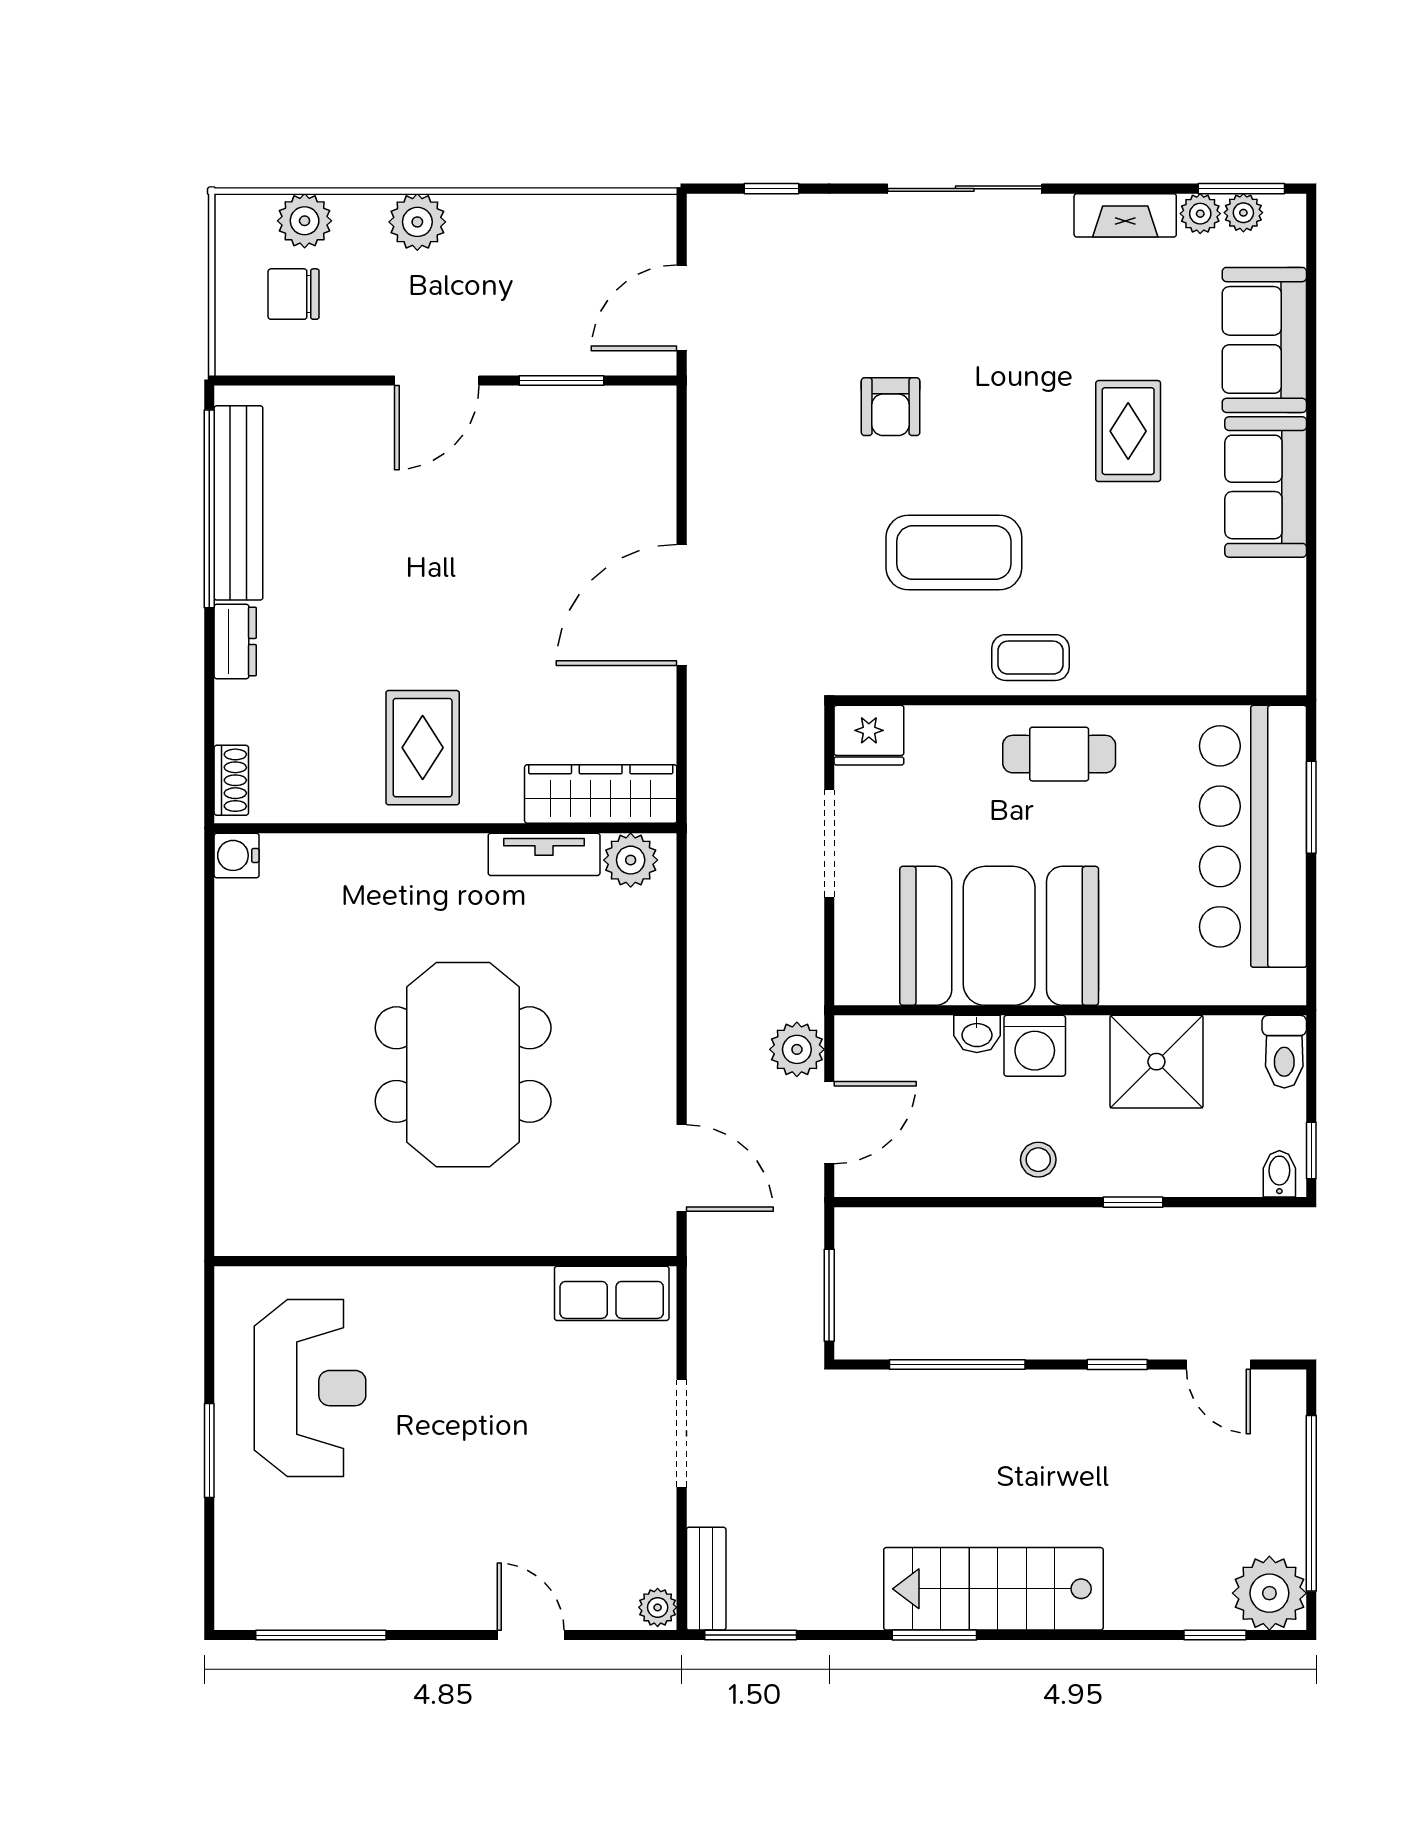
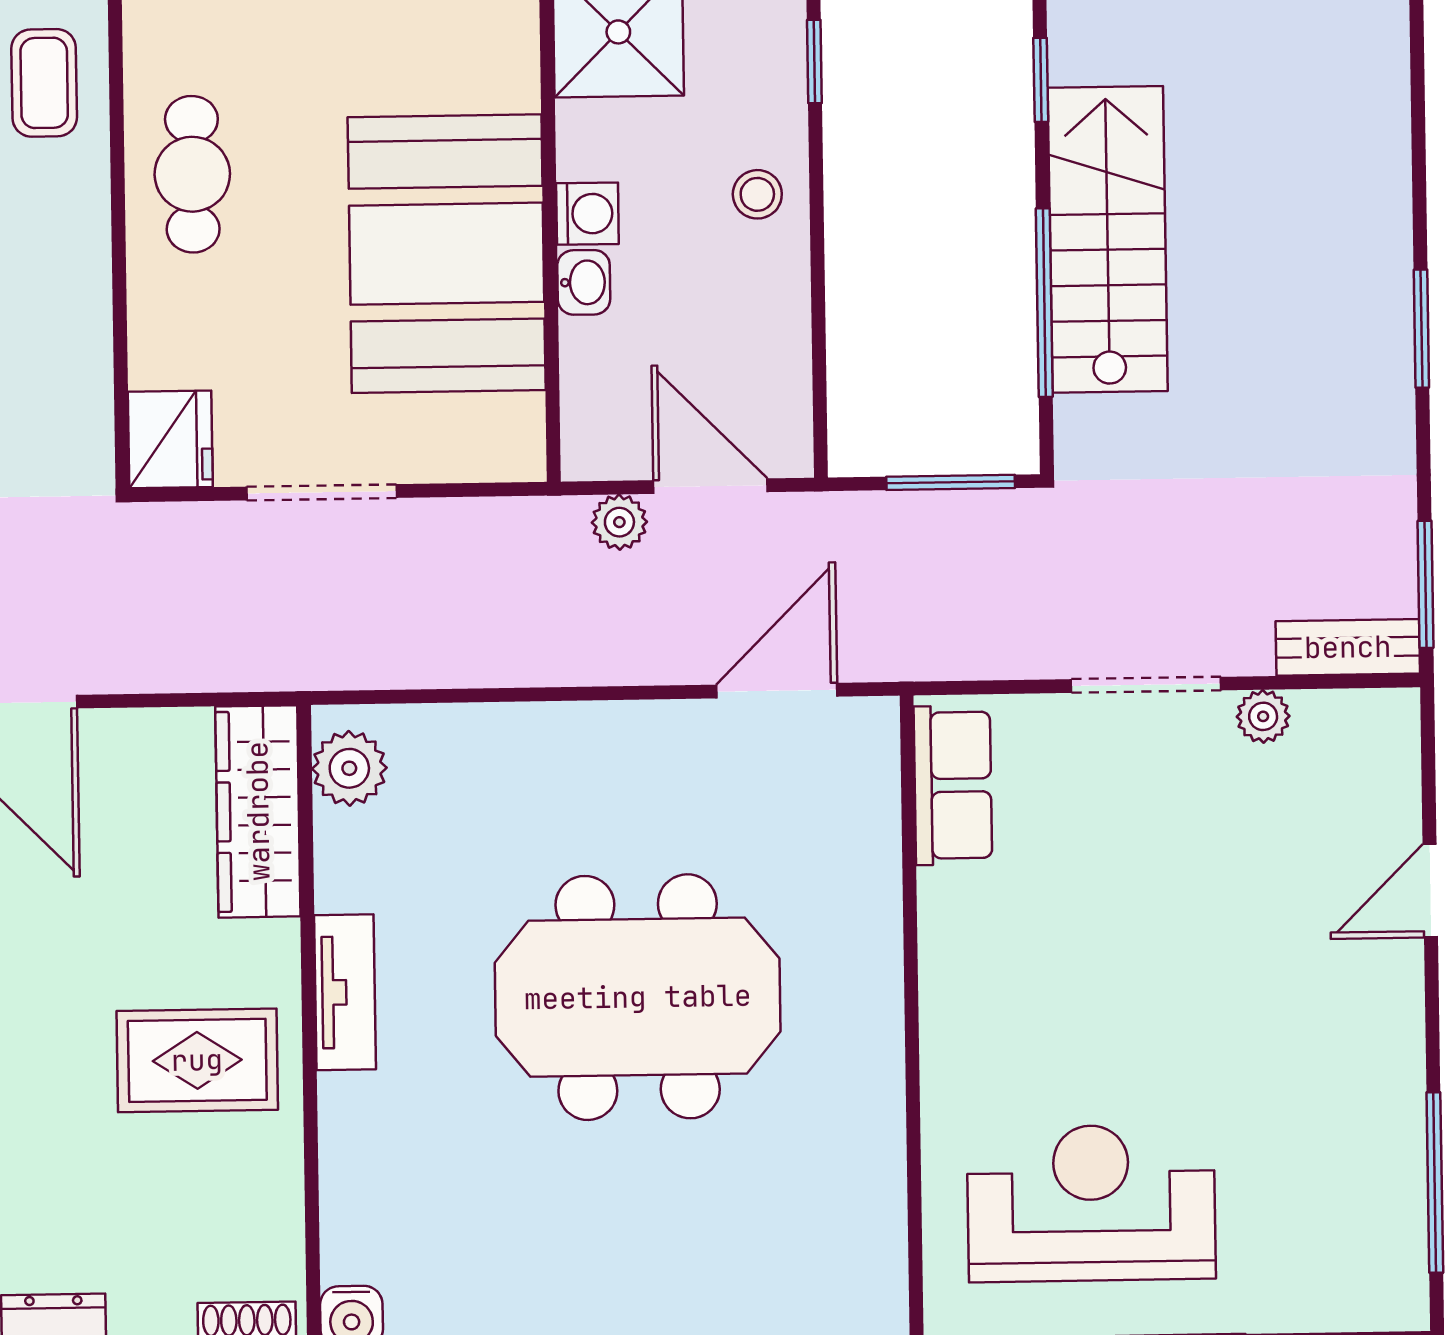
coffee table: (1030, 658) -> (44, 83), moved
tv unit: (544, 854) -> (345, 992), moved
washing machine: (1035, 1046) -> (587, 214), width x0.73, depth x0.73
plant: (797, 1049) -> (619, 522), width x0.73, depth x0.73
stairs: (993, 1589) -> (1108, 239), moved, turned 180
plant: (658, 1607) -> (1263, 716), moved

